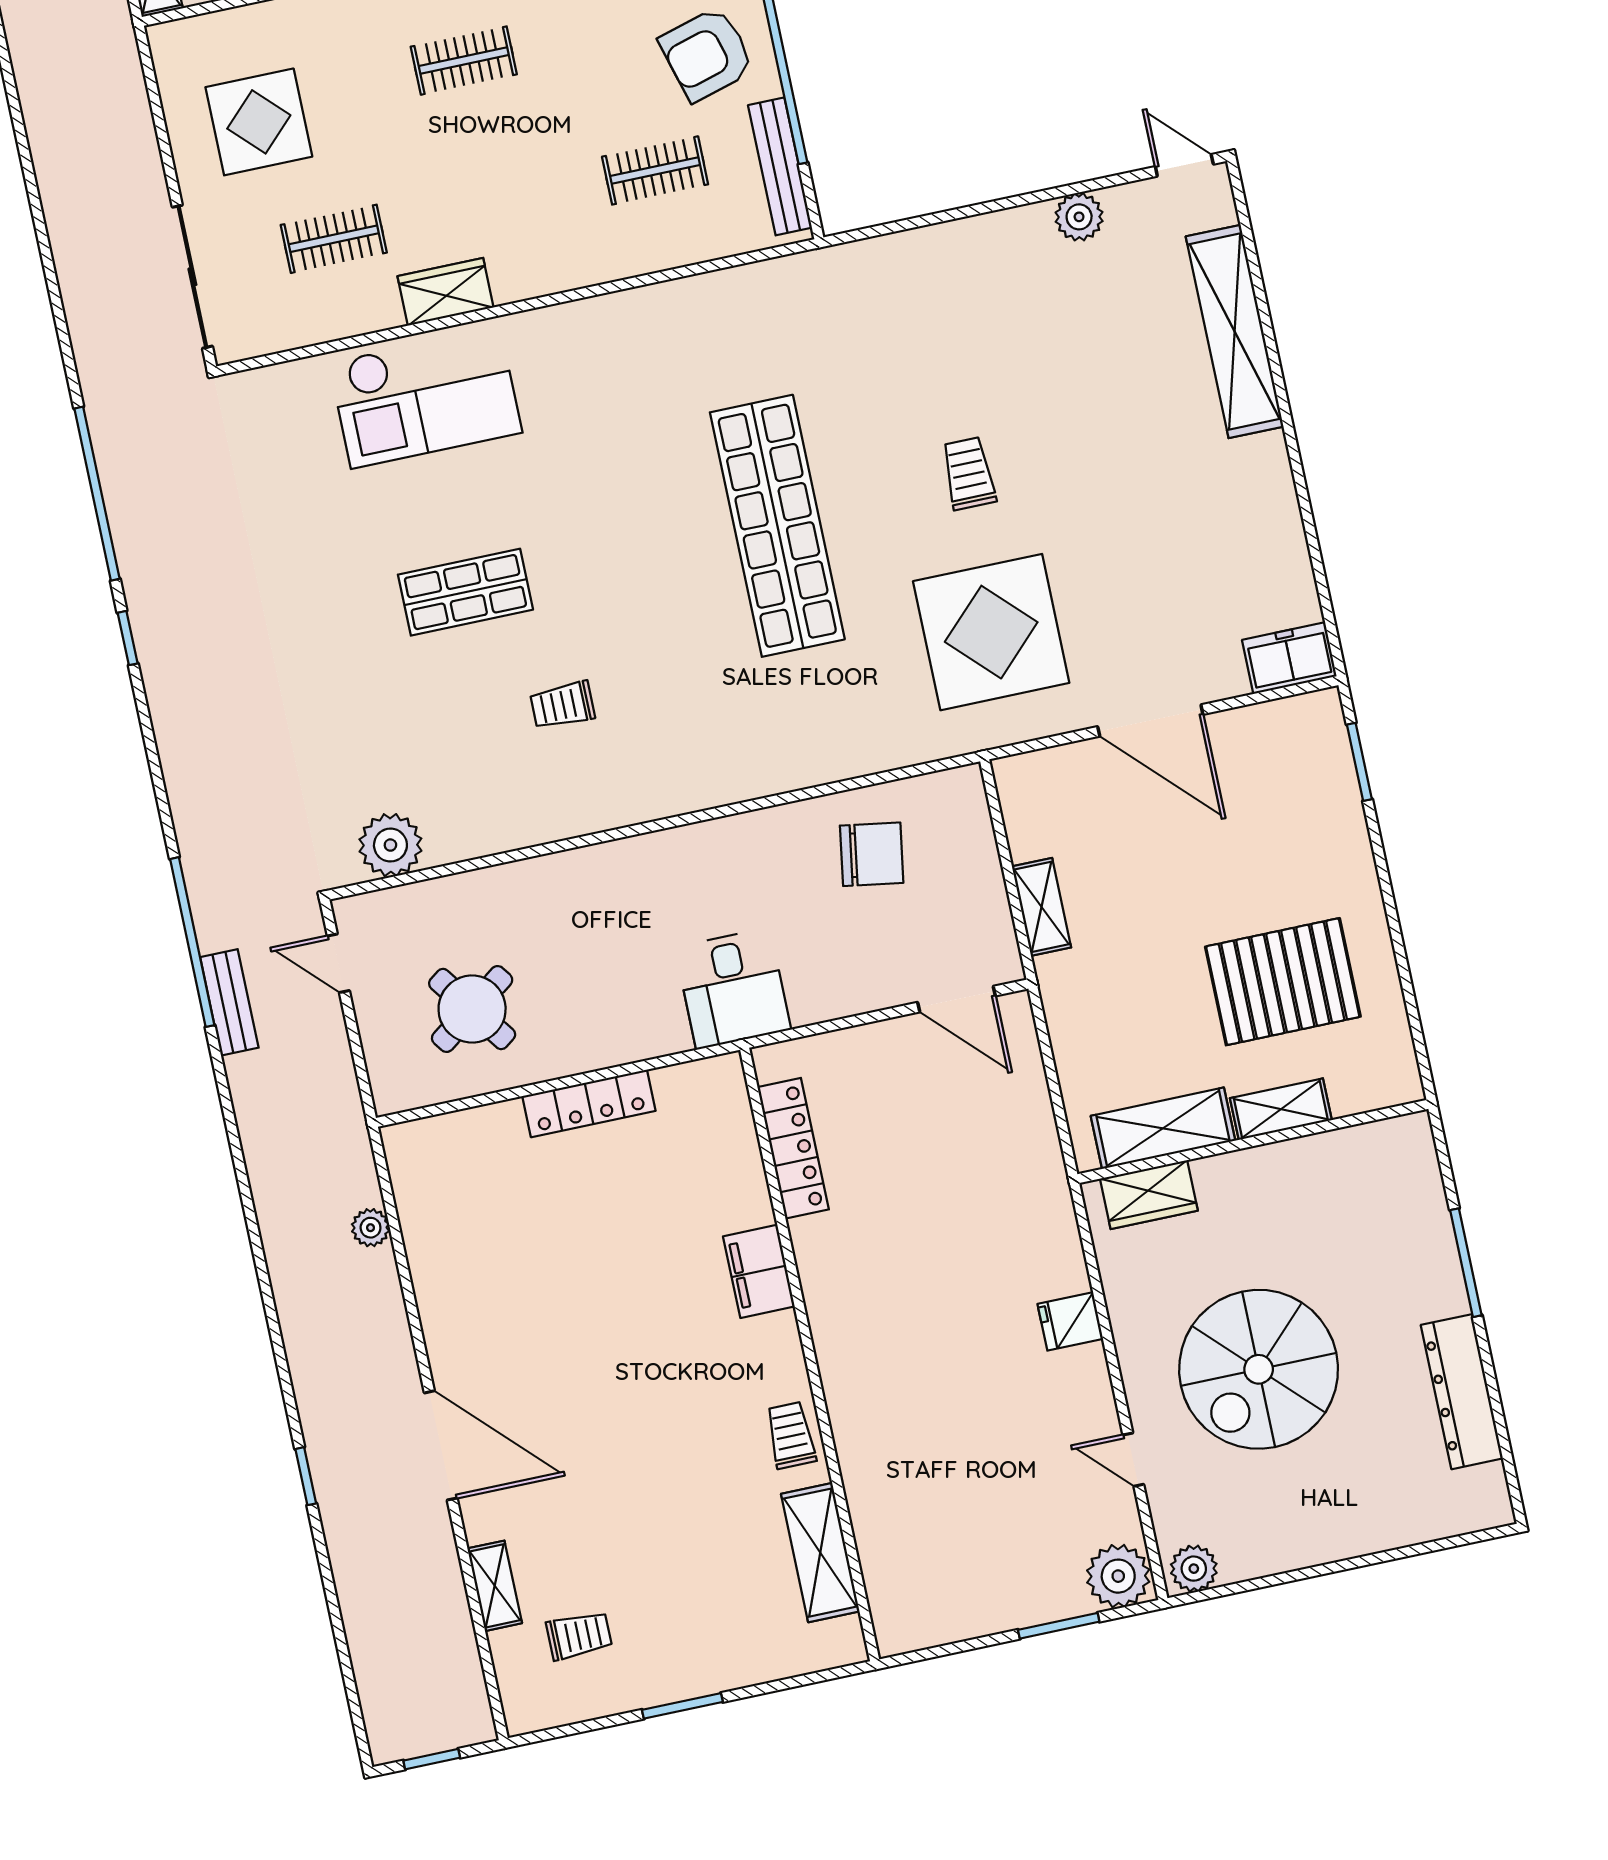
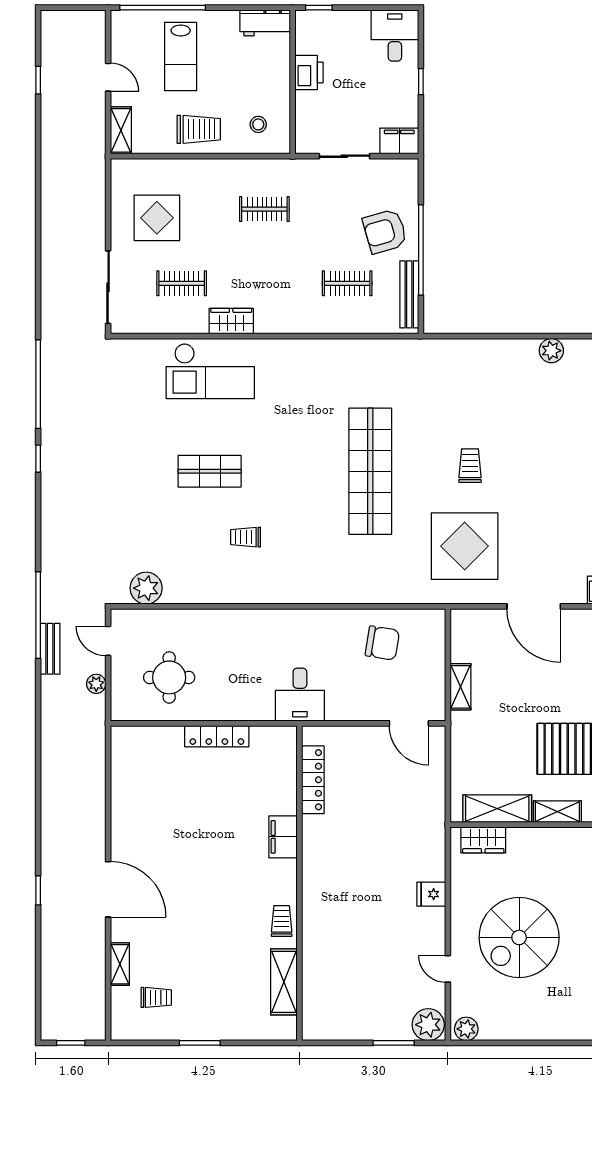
round table: (472, 1009) -> (169, 677), turned 36
plant: (371, 1228) -> (96, 684), moved

